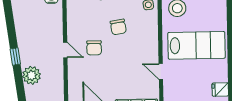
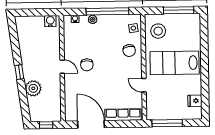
chair: (118, 27) -> (129, 51), moved
lab bench: (197, 45) -> (175, 63), turned 180

